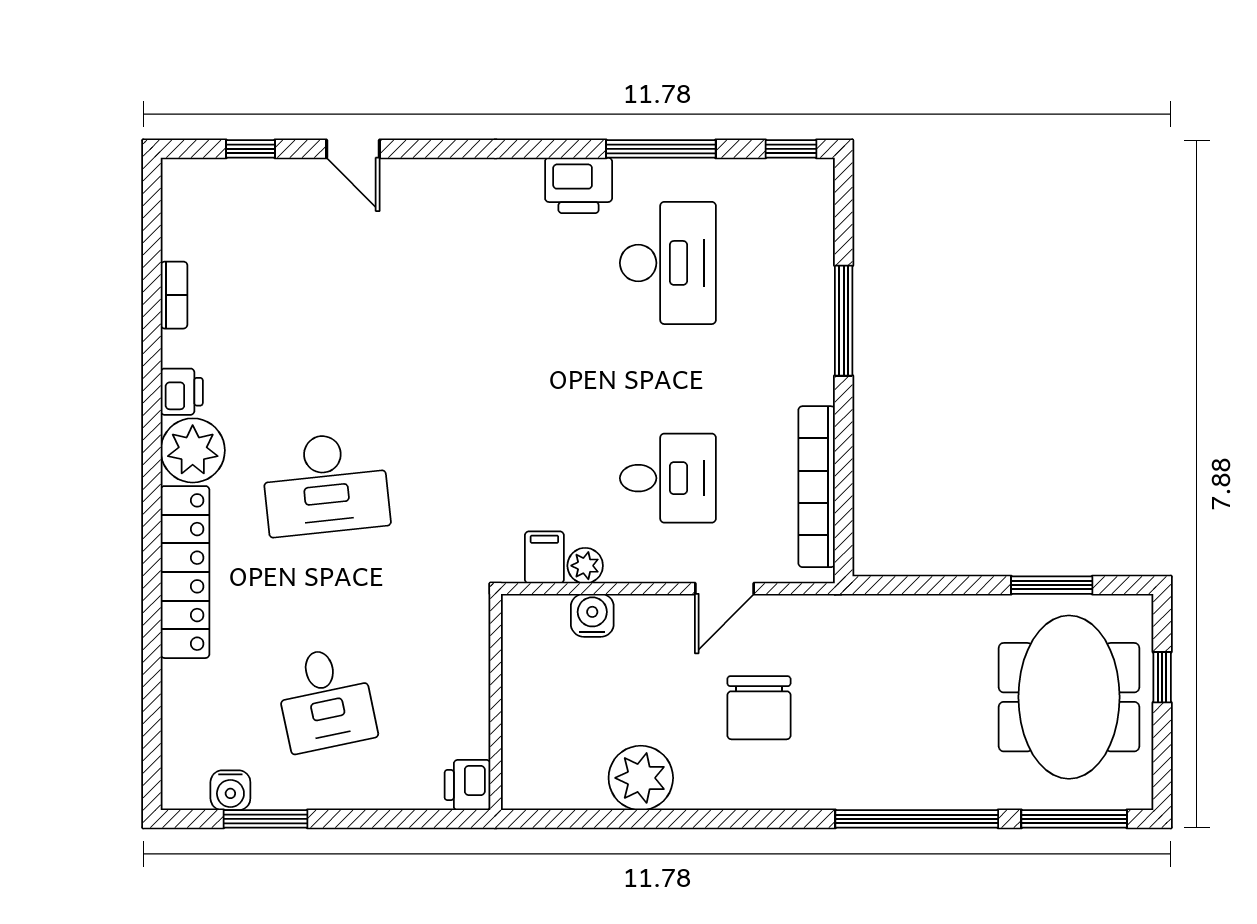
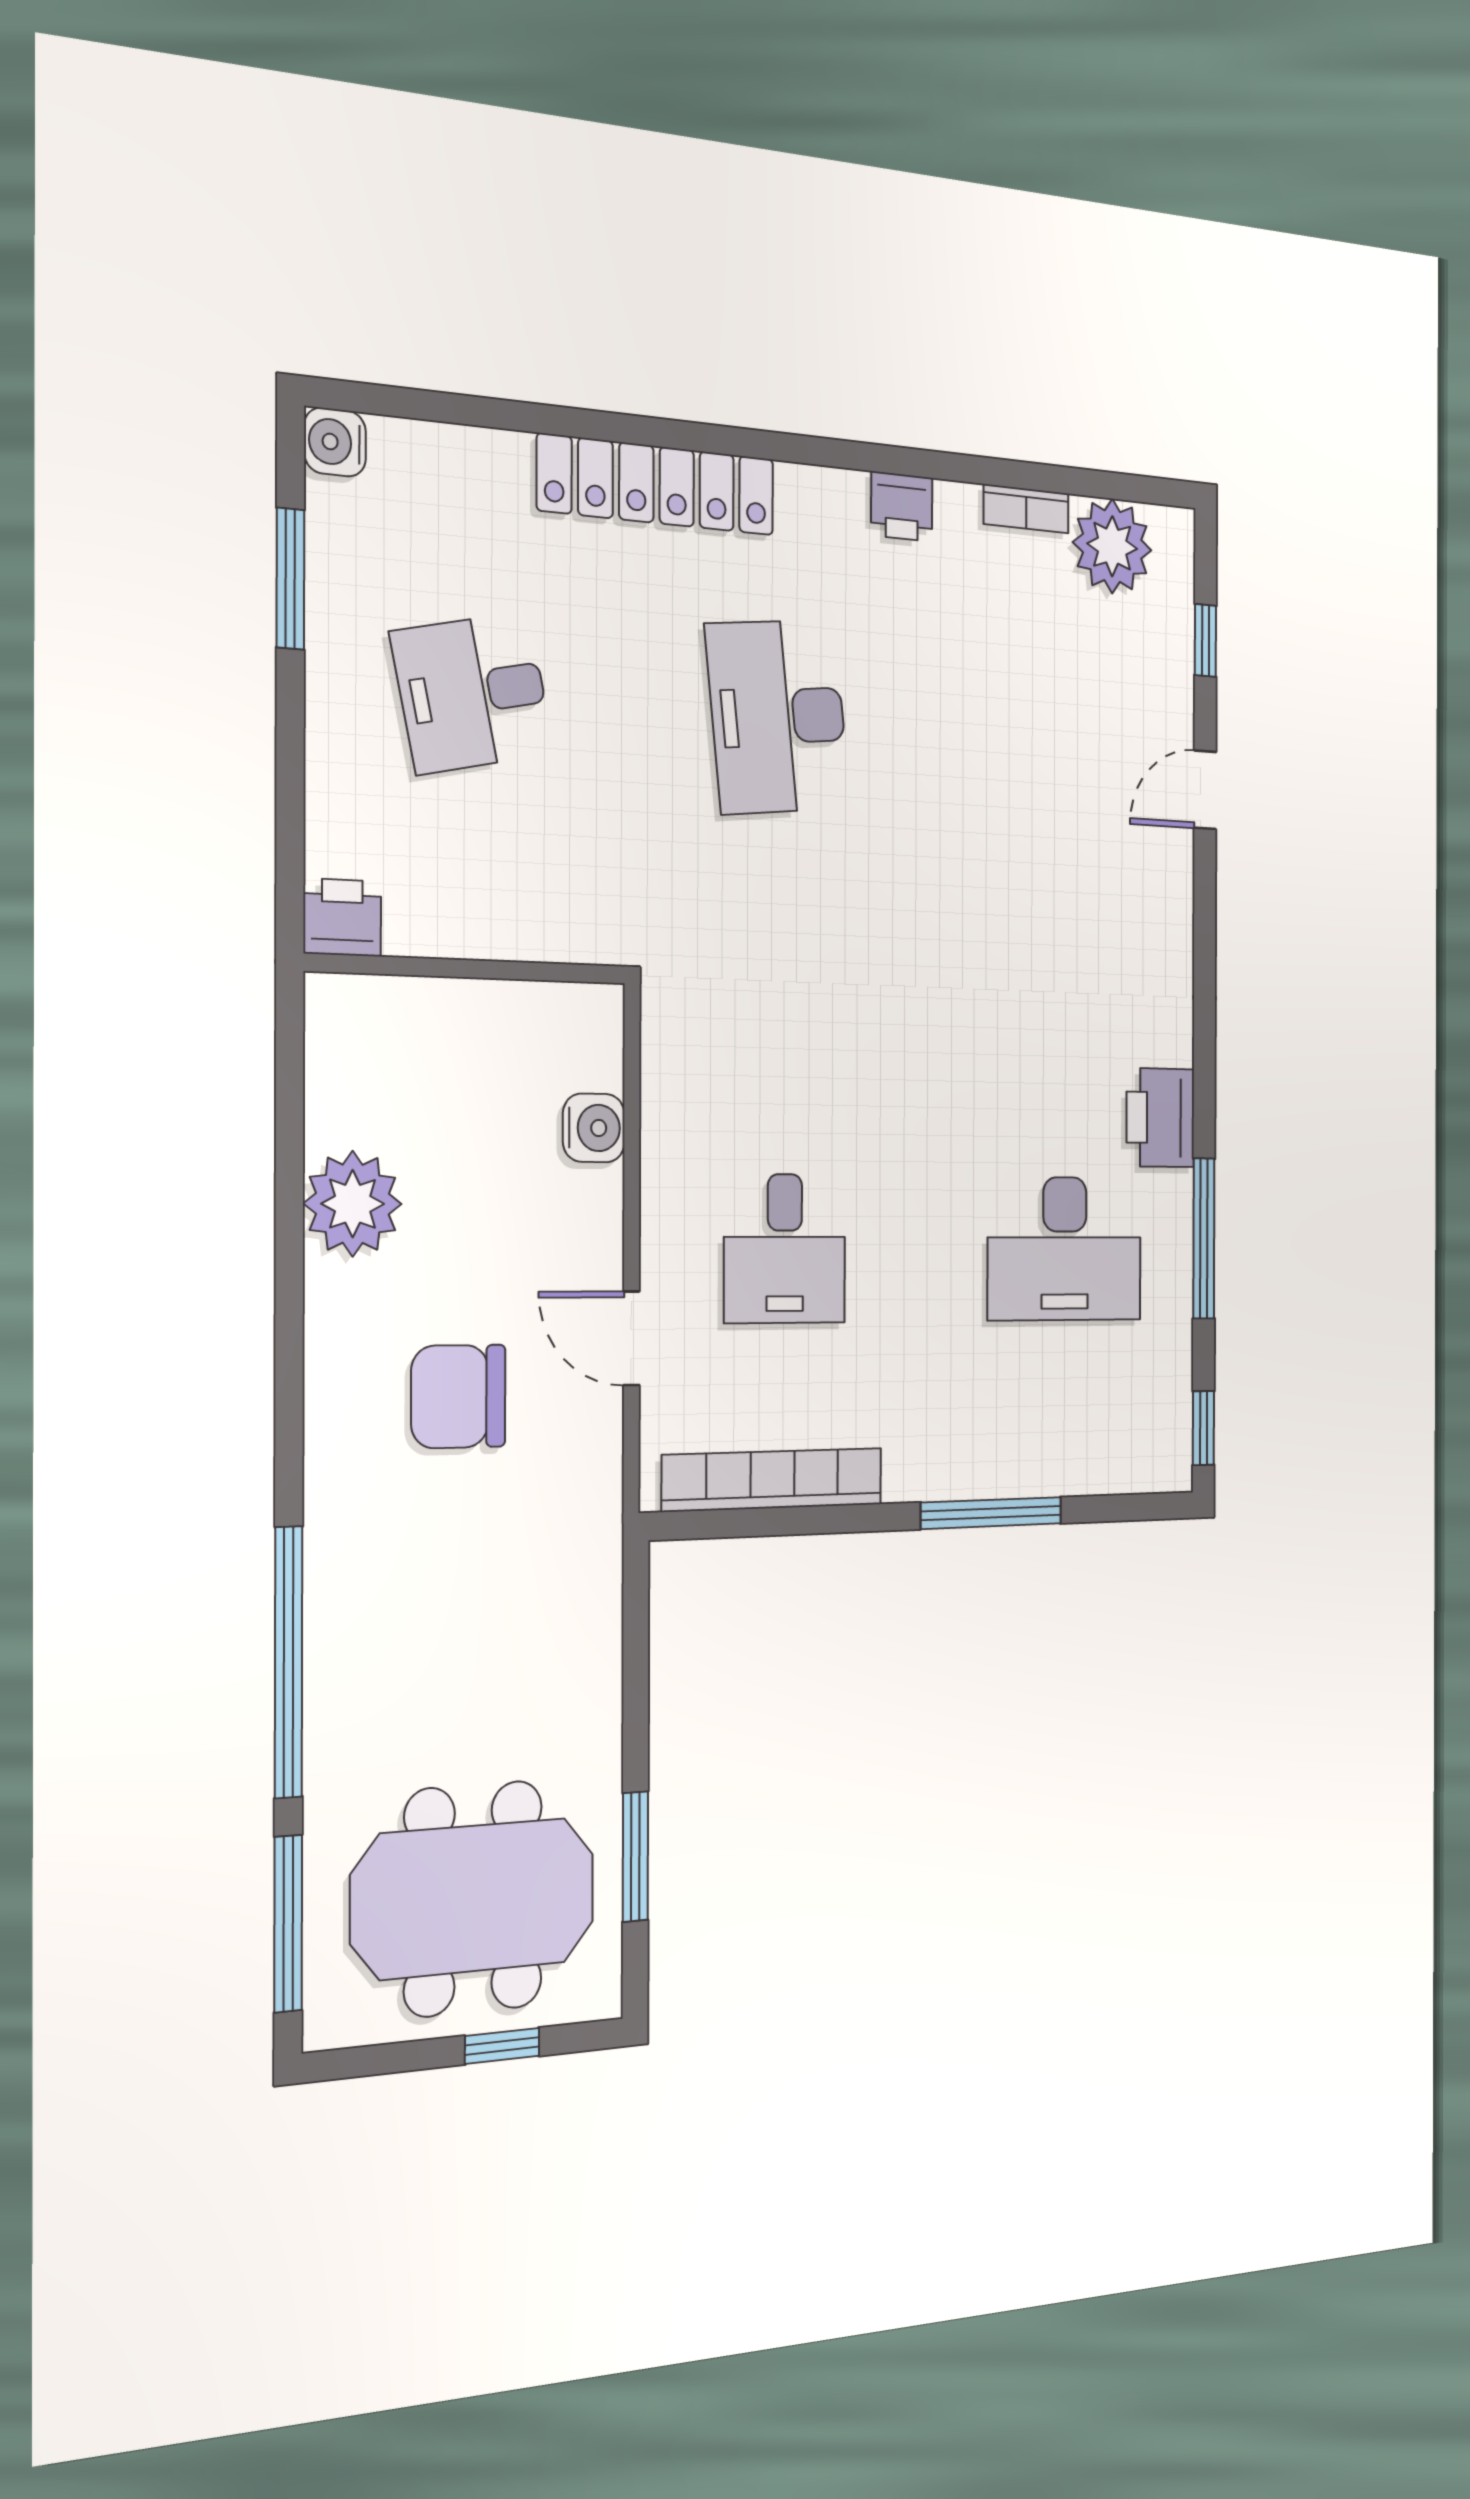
plant: (193, 450) -> (1112, 546), moved
filing cabinet: (544, 557) -> (676, 1054), removed
plant: (585, 566) -> (664, 1118), removed
water cooler: (230, 790) -> (335, 442), moved

